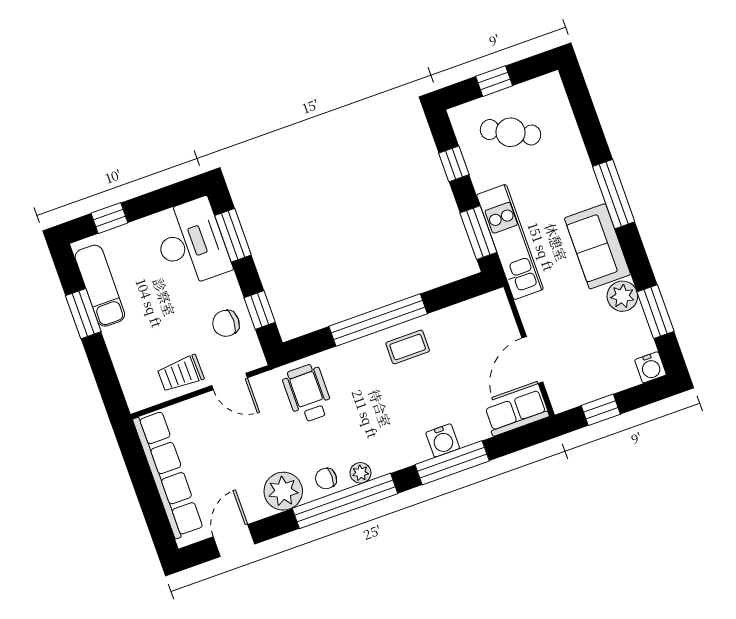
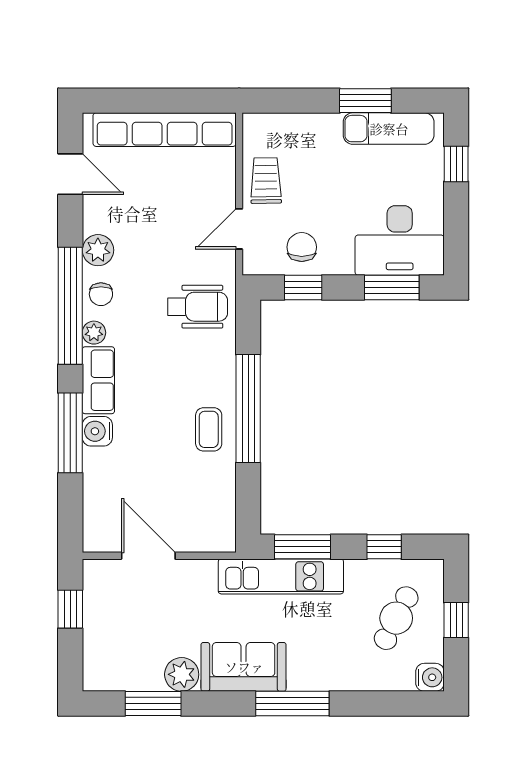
water cooler: (650, 367) -> (430, 677), moved, turned 180
row of seats: (516, 413) -> (98, 380), moved
chair: (326, 478) -> (101, 294), turned 180
plant: (283, 491) -> (98, 250), width x0.73, depth x0.73

